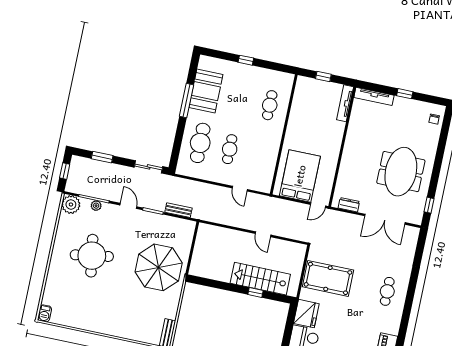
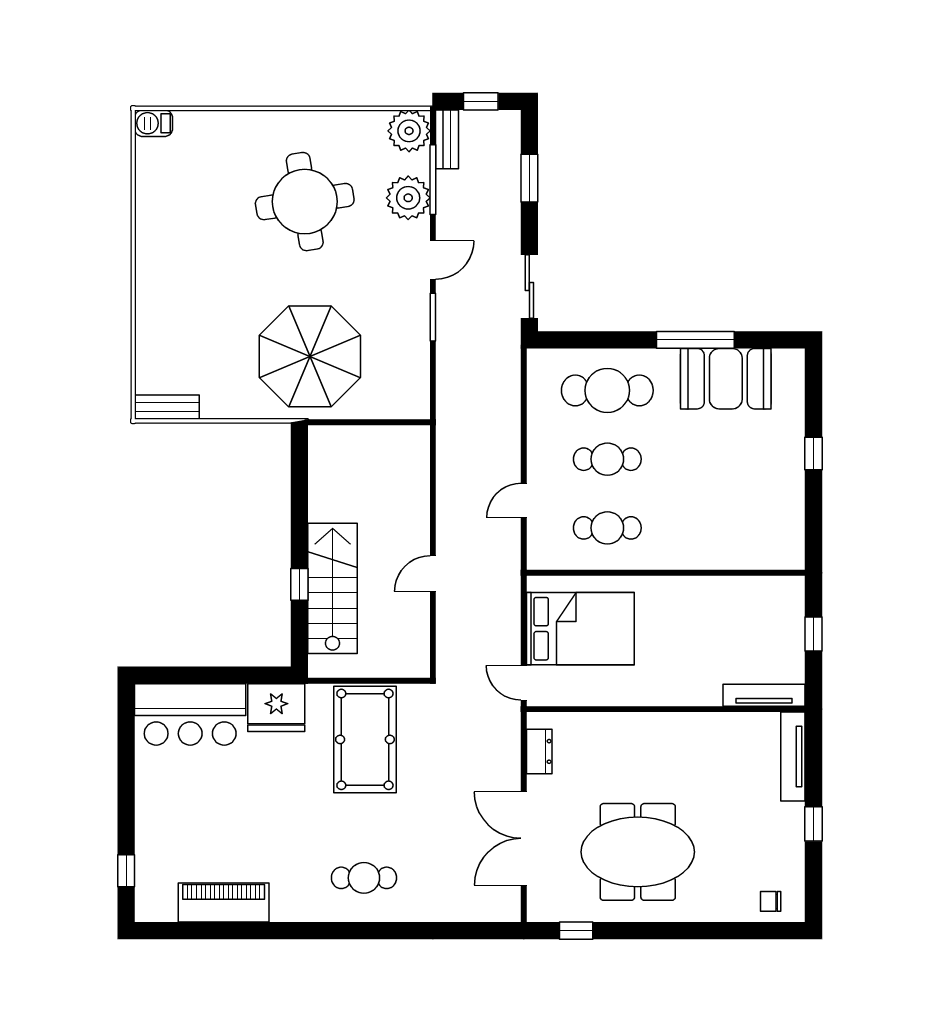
cafe table: (270, 105) -> (607, 528), moved
plant: (96, 206) -> (408, 198), width x1.87, depth x1.87
bench: (178, 210) -> (447, 139), moved

